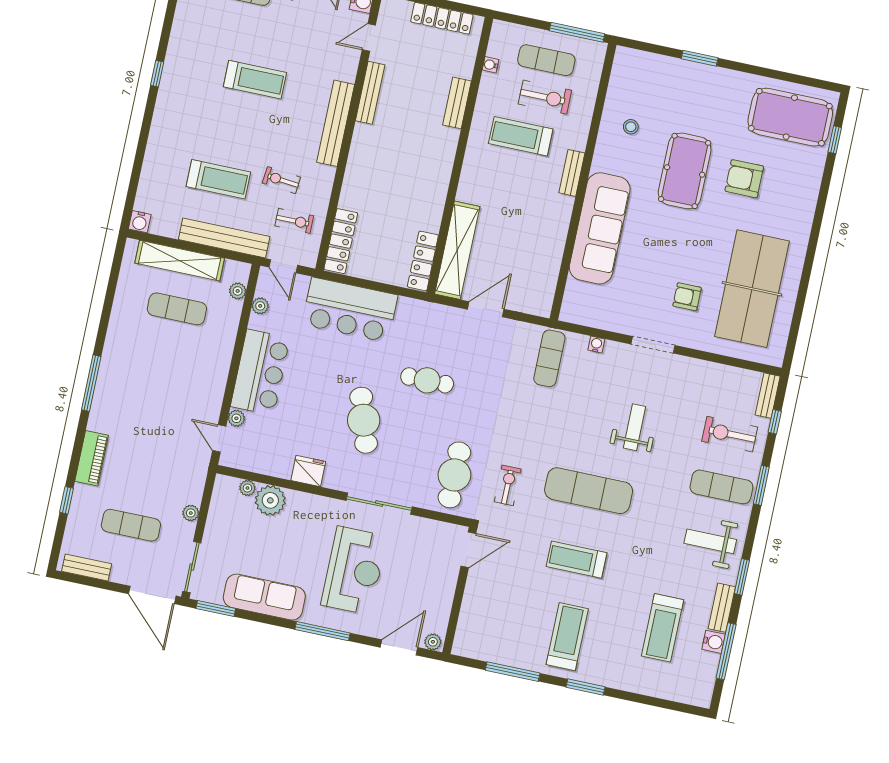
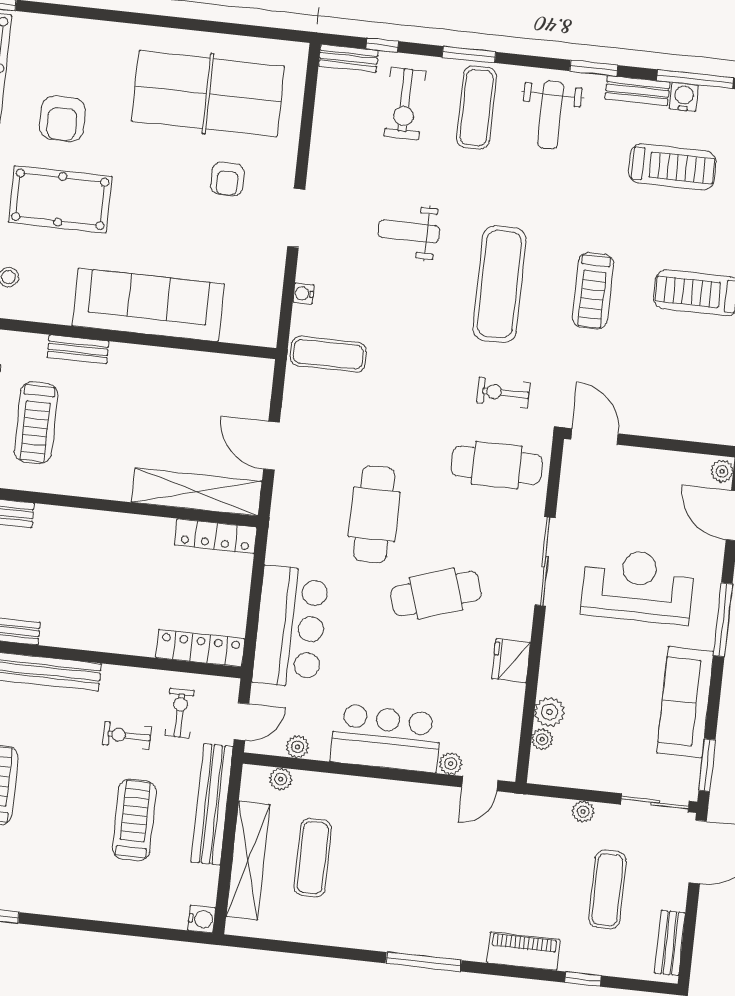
exercise bike: (281, 180) -> (127, 736), turned 84
cafe table: (427, 380) -> (374, 514), width x1.37, depth x1.35
plant: (270, 500) -> (550, 712), width x0.73, depth x0.73

